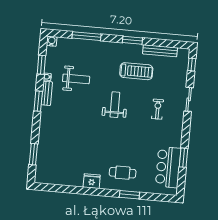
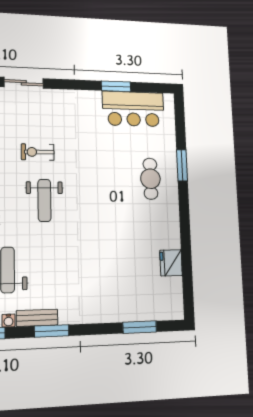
weight bench: (115, 105) -> (44, 200), turned -90
exercise bike: (158, 109) -> (38, 152), moved
fridge: (92, 181) -> (171, 263), moved

